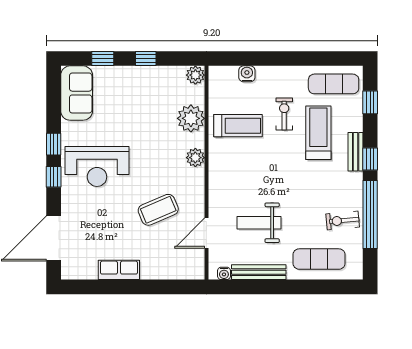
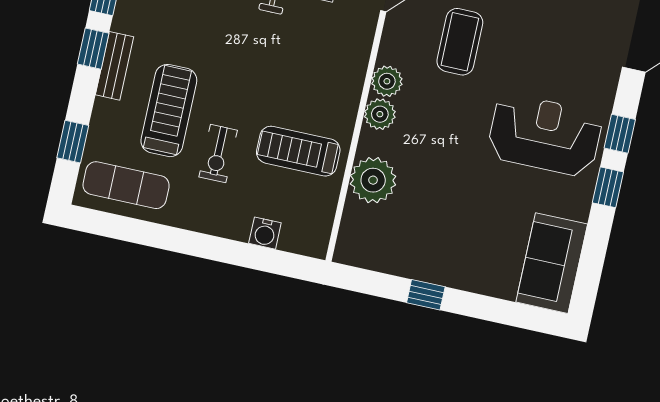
window: (103, 59) -> (496, 310), removed
plant: (195, 75) -> (387, 81), moved
treadmill: (318, 133) -> (169, 111), turned 180
coffee table: (158, 210) -> (460, 42), turned -67

